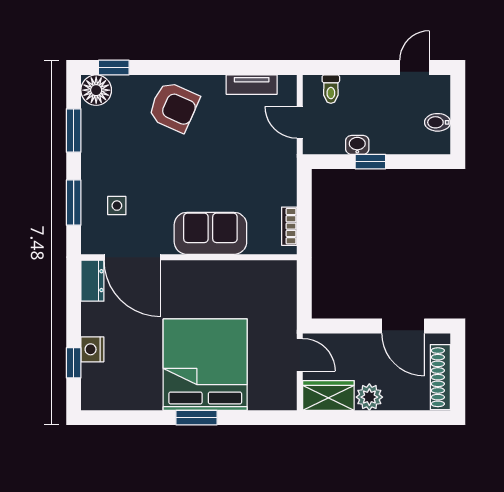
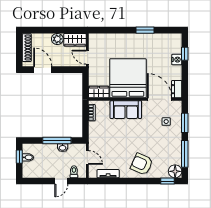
door: (415, 68) -> (61, 181), moved
window: (458, 124) -> (19, 157), added
window: (74, 131) -> (185, 154), width x1.44
window: (370, 162) -> (57, 140), width x2.17
wardrobe: (273, 274) -> (99, 92), added
bed: (205, 365) -> (128, 78), moved, turned 180
window: (196, 418) -> (145, 30), moved

